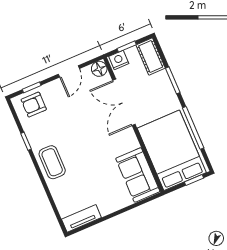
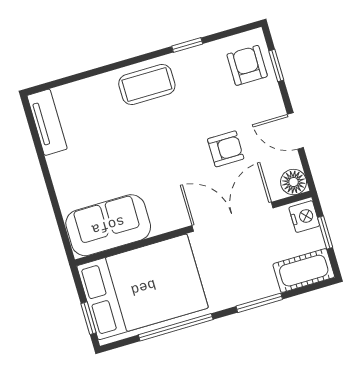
armchair: (84, 111) -> (226, 149), added

